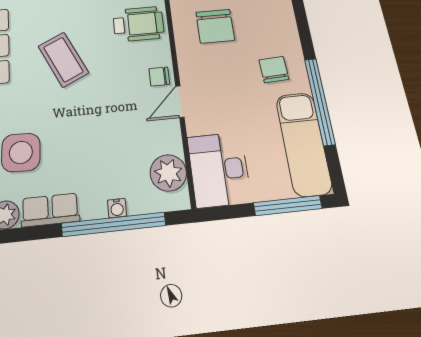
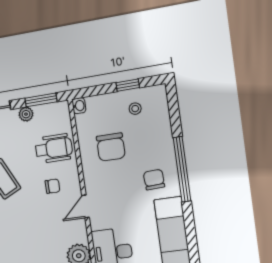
chair: (159, 77) -> (52, 186), moved, turned 180
window: (320, 101) -> (182, 169), moved

